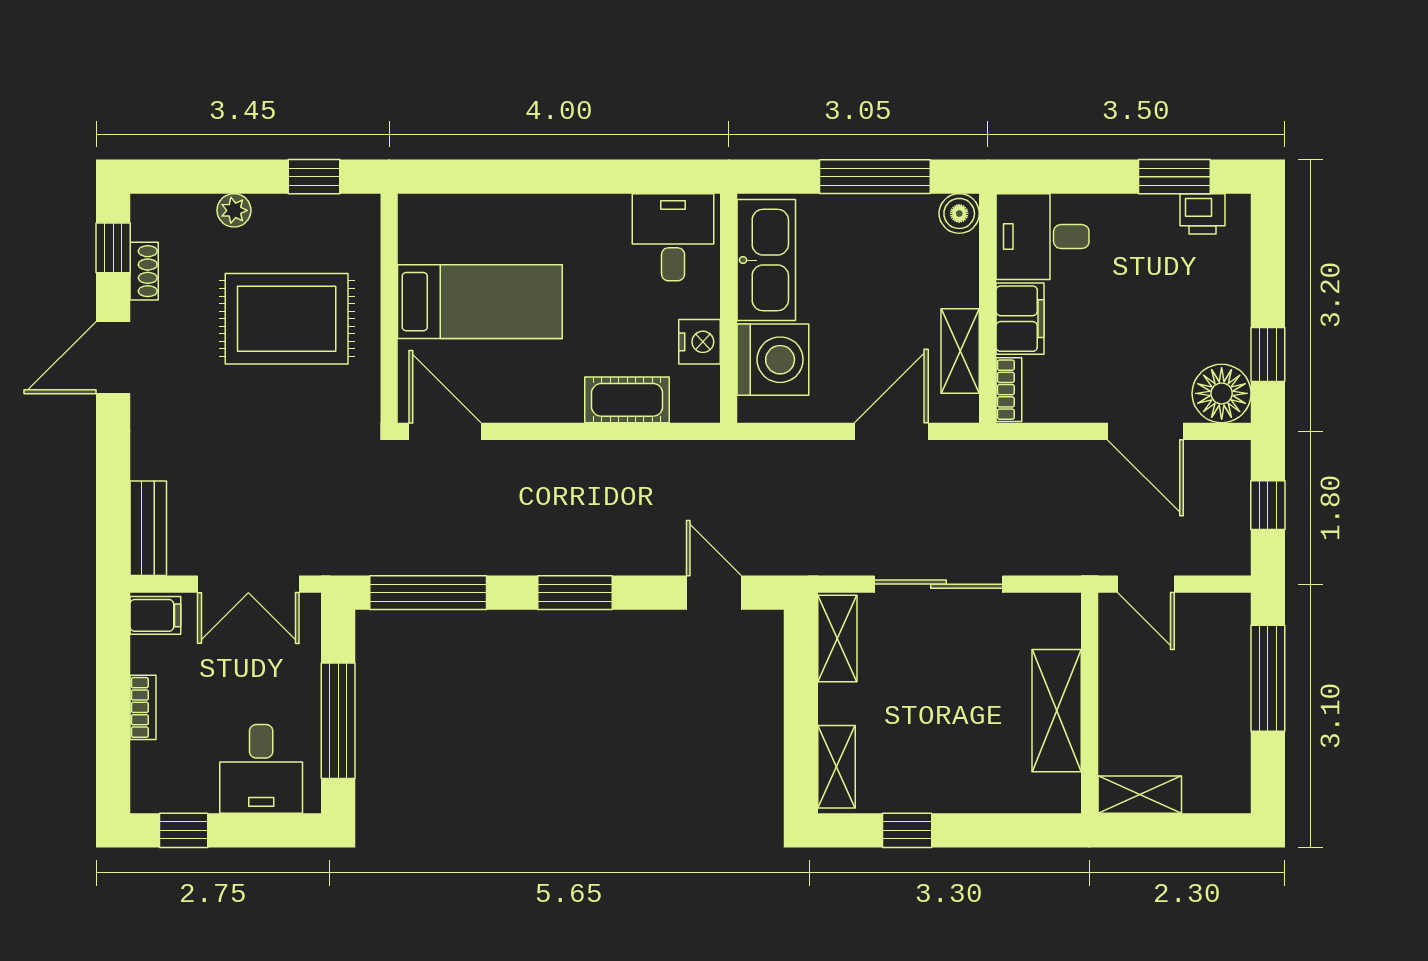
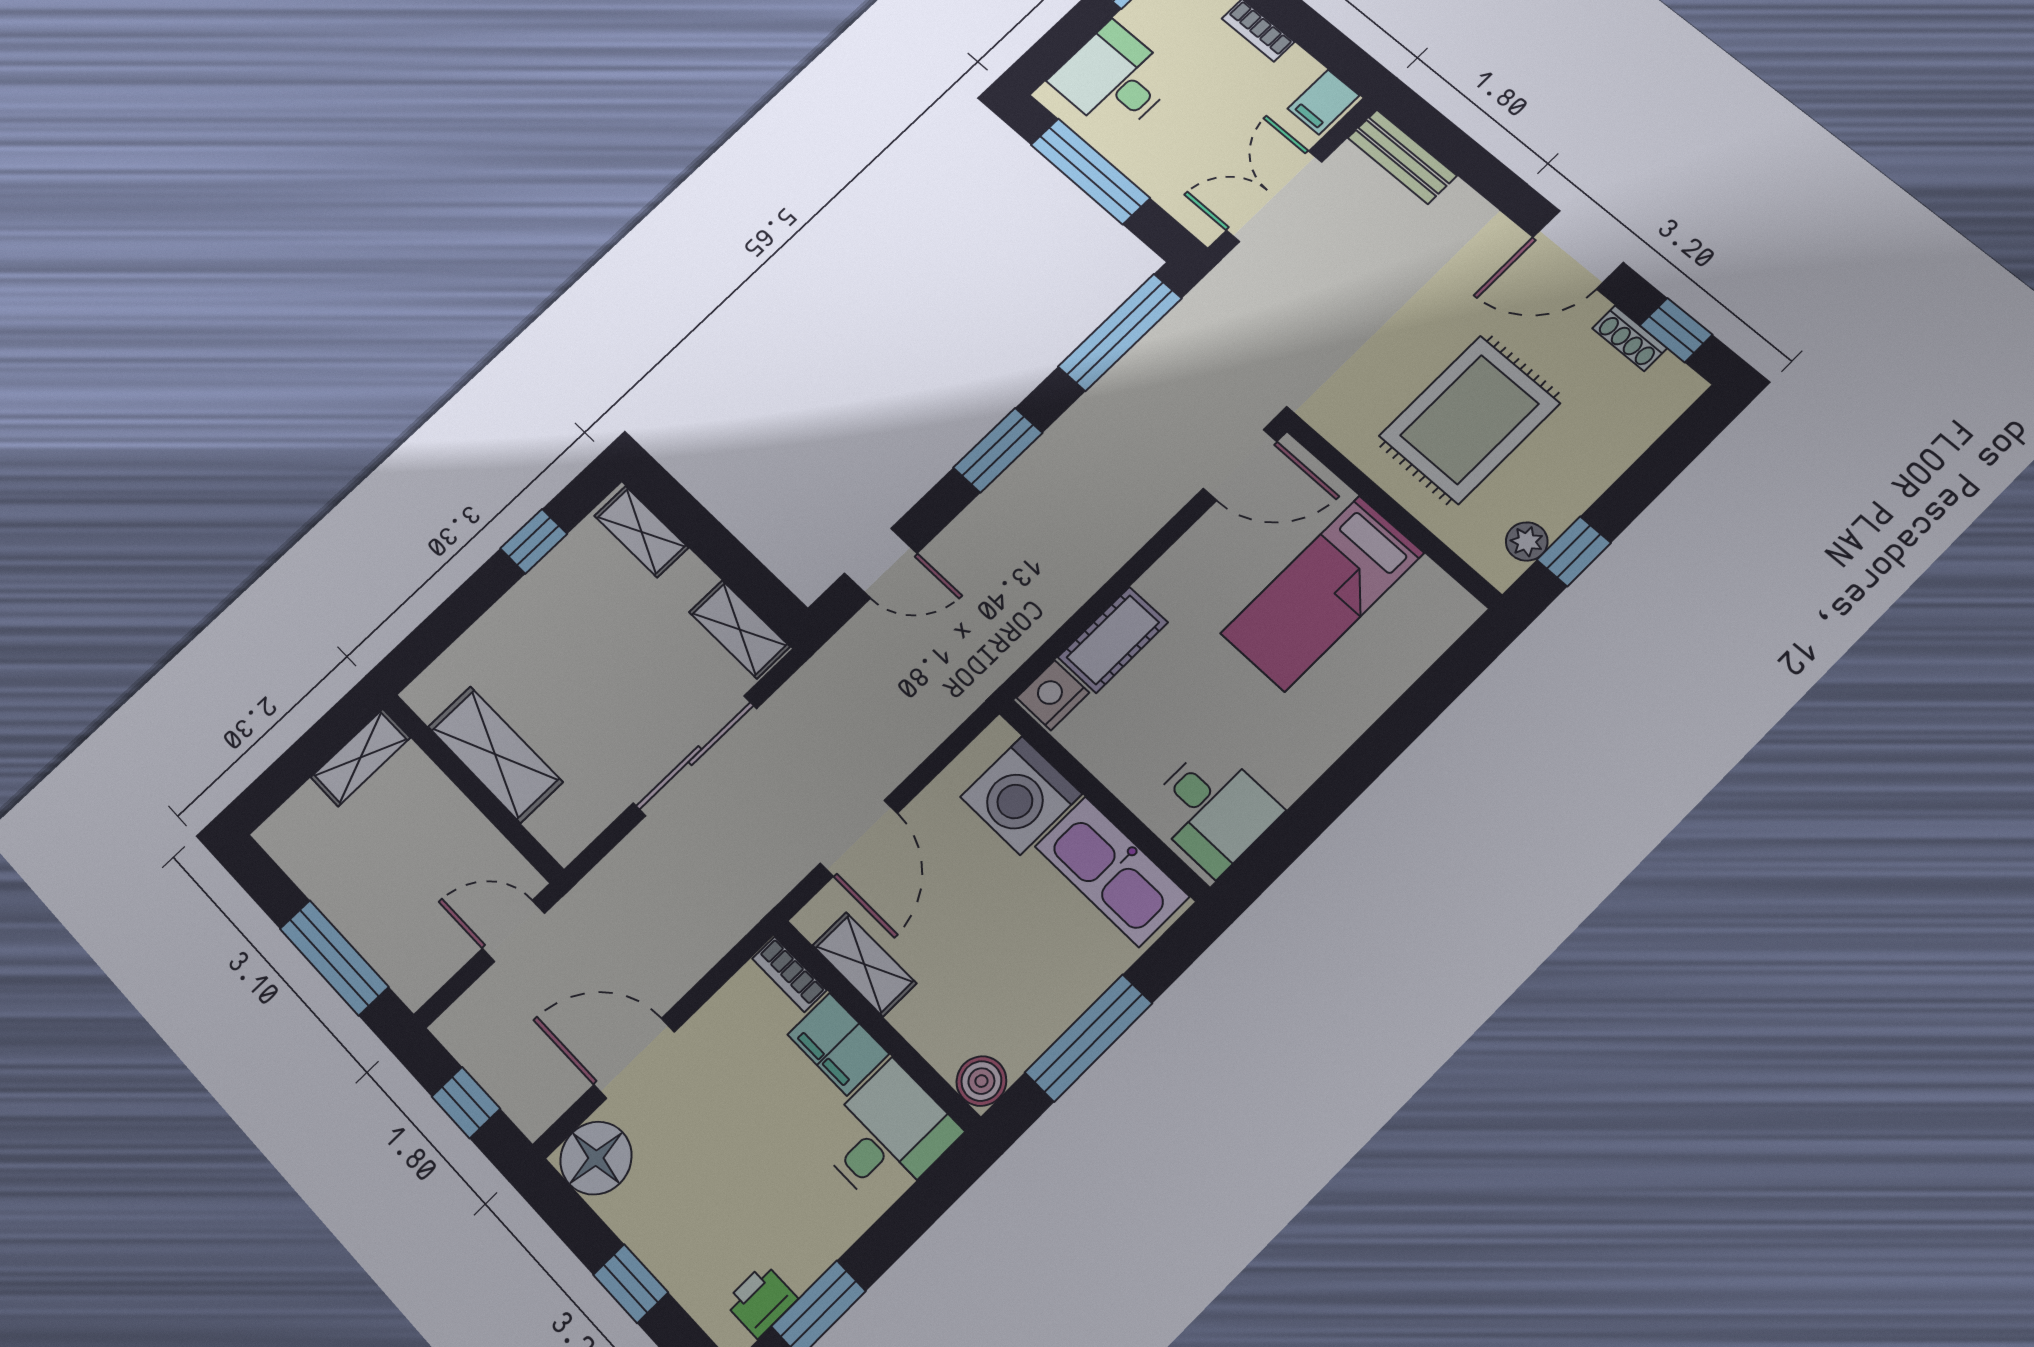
plant: (234, 210) -> (1527, 541), moved
nightstand: (700, 342) -> (1053, 695), moved, turned 90
window: (1268, 355) -> (631, 1284), moved
door: (113, 358) -> (1578, 250), swing flipped

